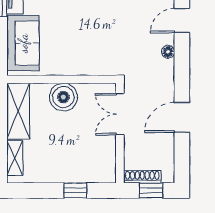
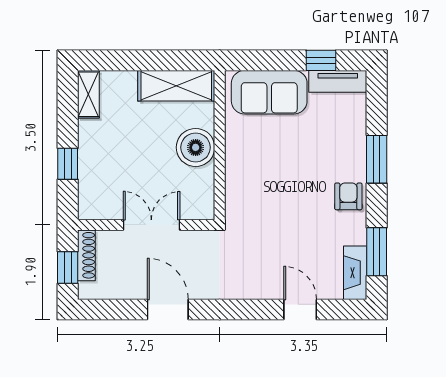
floor lamp: (168, 52) -> (257, 291), removed
double door: (120, 114) -> (151, 225), moved
shelving: (15, 158) -> (88, 94), moved, turned 90

